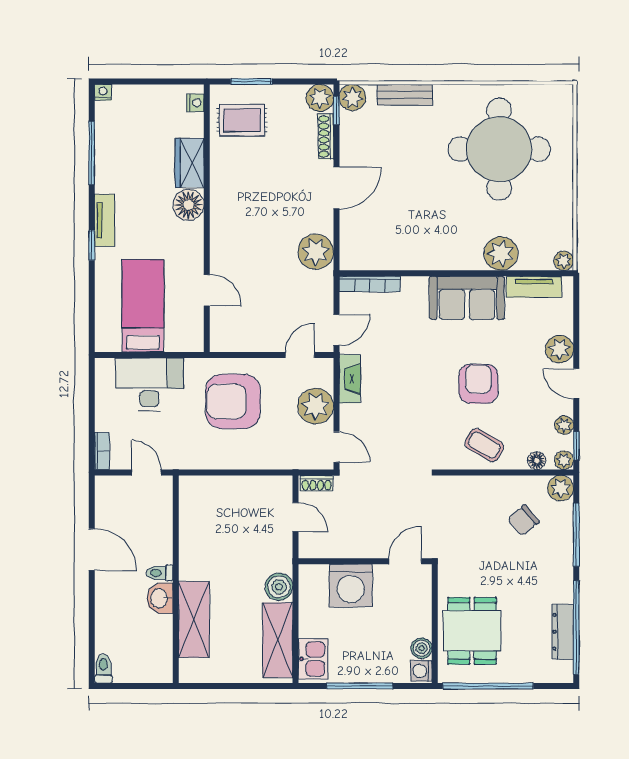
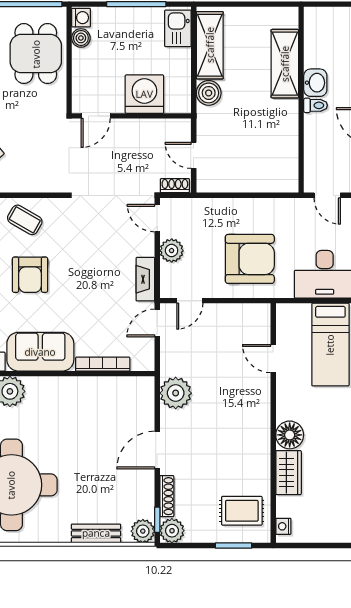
bookcase: (370, 284) -> (103, 364), moved
plant: (316, 406) -> (172, 251), width x0.73, depth x0.73

